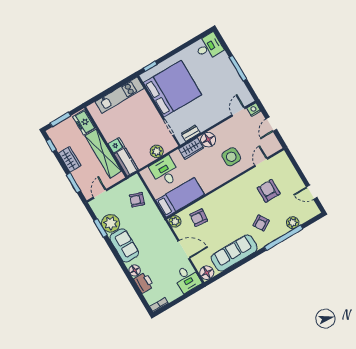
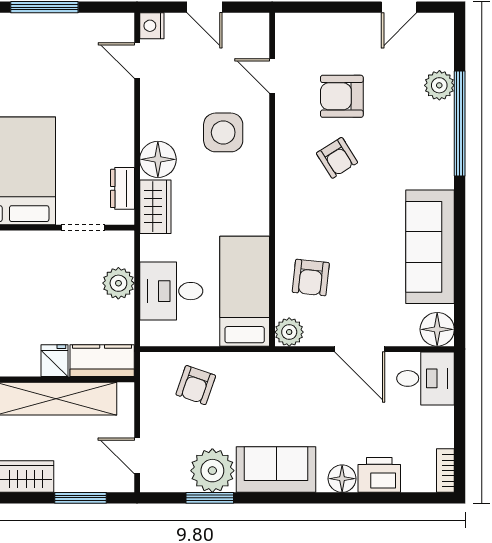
armchair: (261, 223) -> (337, 158), moved
door: (184, 250) -> (360, 349), swing flipped

